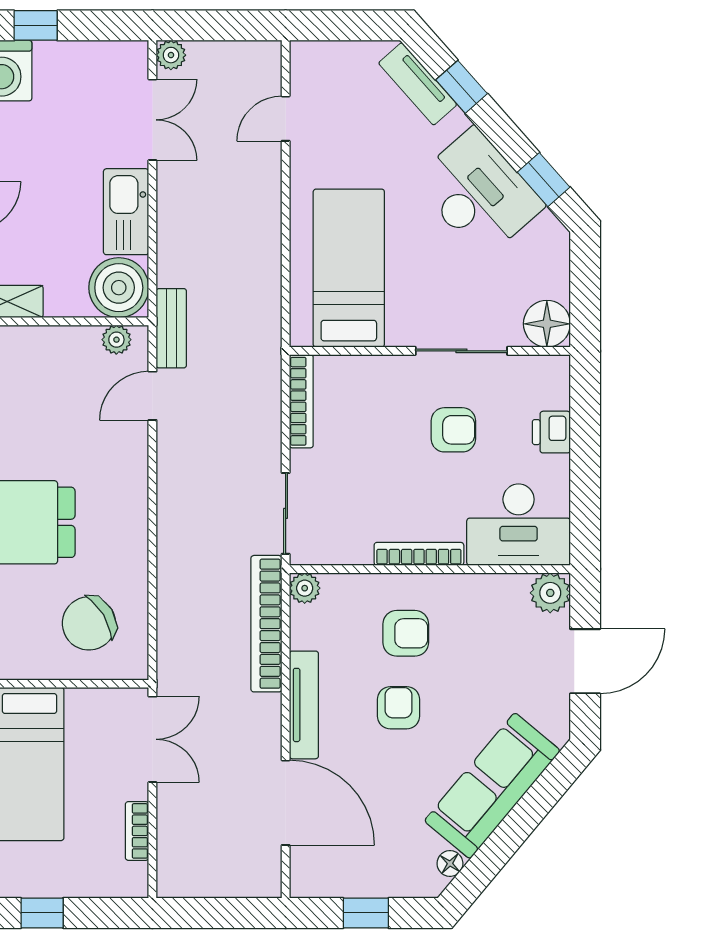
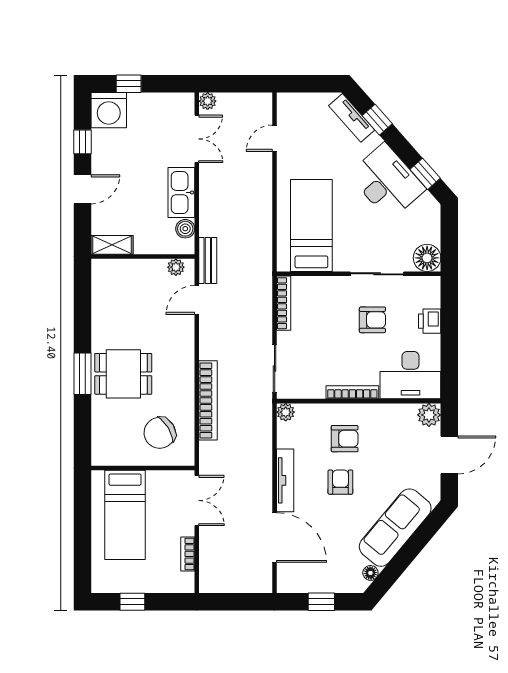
boiler: (119, 288) -> (185, 229), width x0.54, depth x0.54
bookcase: (266, 624) -> (208, 400), moved, turned 180

